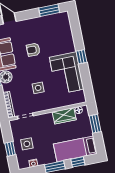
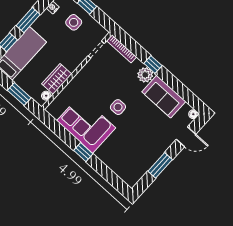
window: (49, 10) -> (160, 165), moved
armchair: (33, 50) -> (138, 123), removed
side table: (38, 88) -> (118, 107), moved

